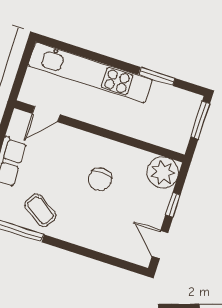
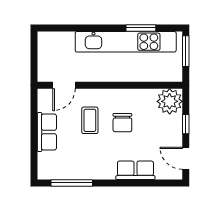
kitchen unit: (90, 73) -> (126, 42), moved
coffee table: (40, 210) -> (90, 120), moved, turned 57
row of seats: (97, 240) -> (135, 170), added

